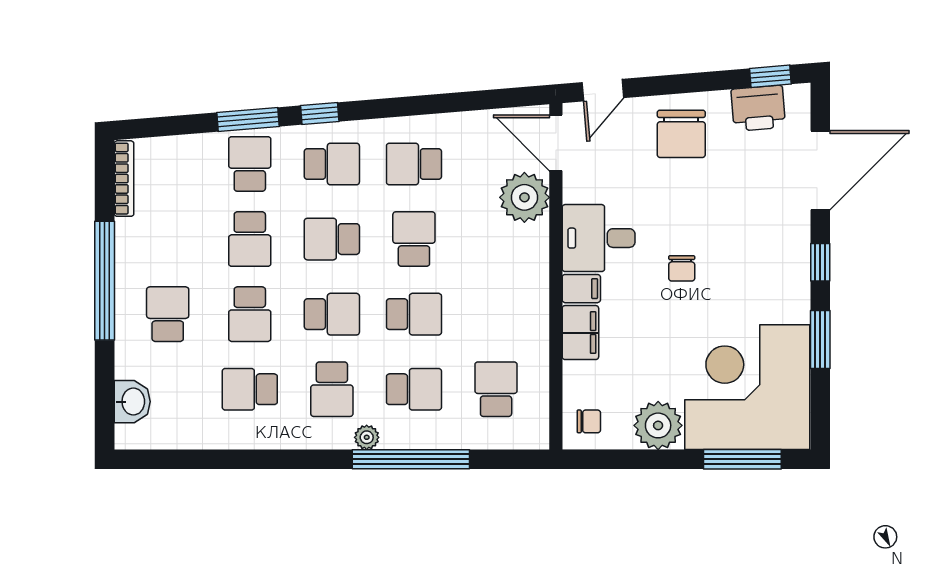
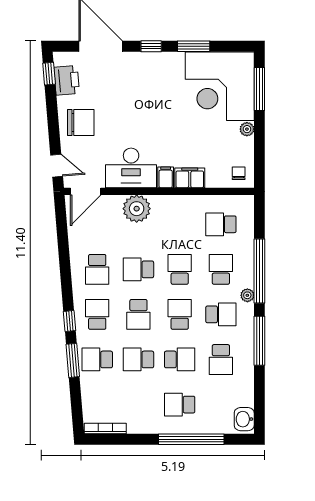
plant: (524, 197) -> (137, 209), moved
desk: (599, 238) -> (131, 168), width x1.37
school desk: (250, 239) -> (138, 359), turned 180
chair: (682, 268) -> (155, 122), removed
window: (105, 281) -> (191, 439), moved
washbasin: (132, 402) -> (244, 419), moved, turned -90
plant: (658, 425) -> (247, 129), width x0.53, depth x0.53
window: (284, 459) -> (259, 341), added

